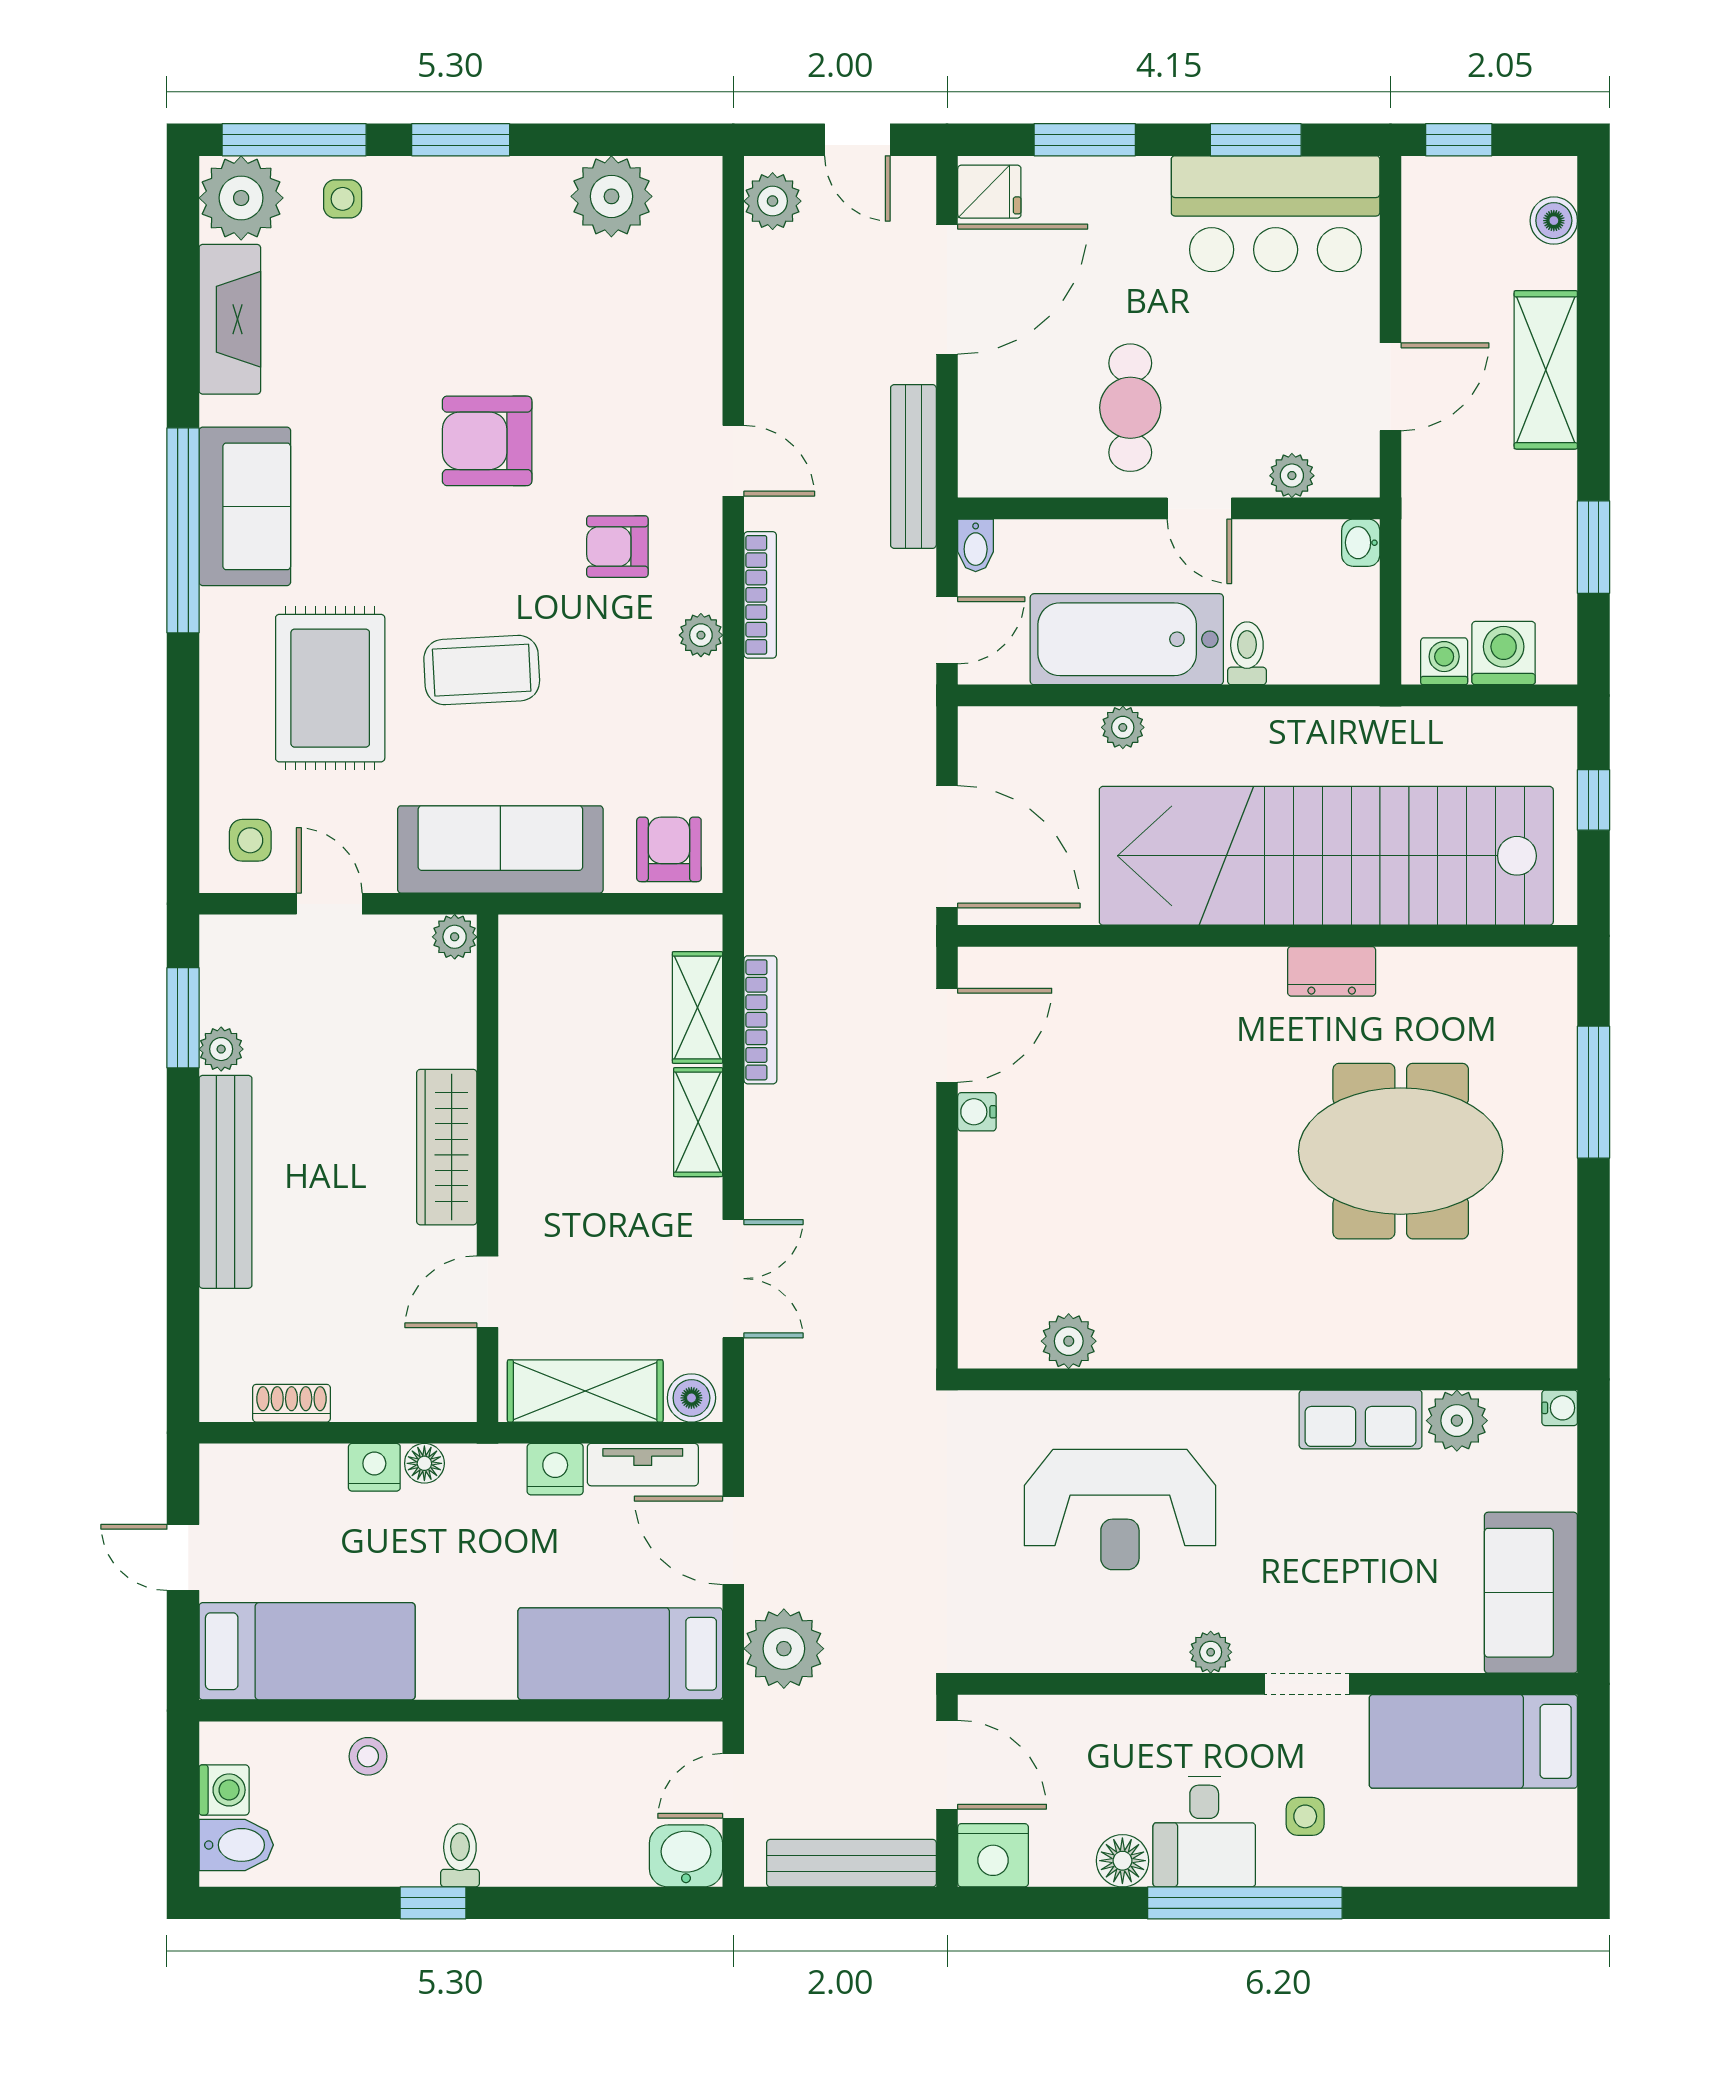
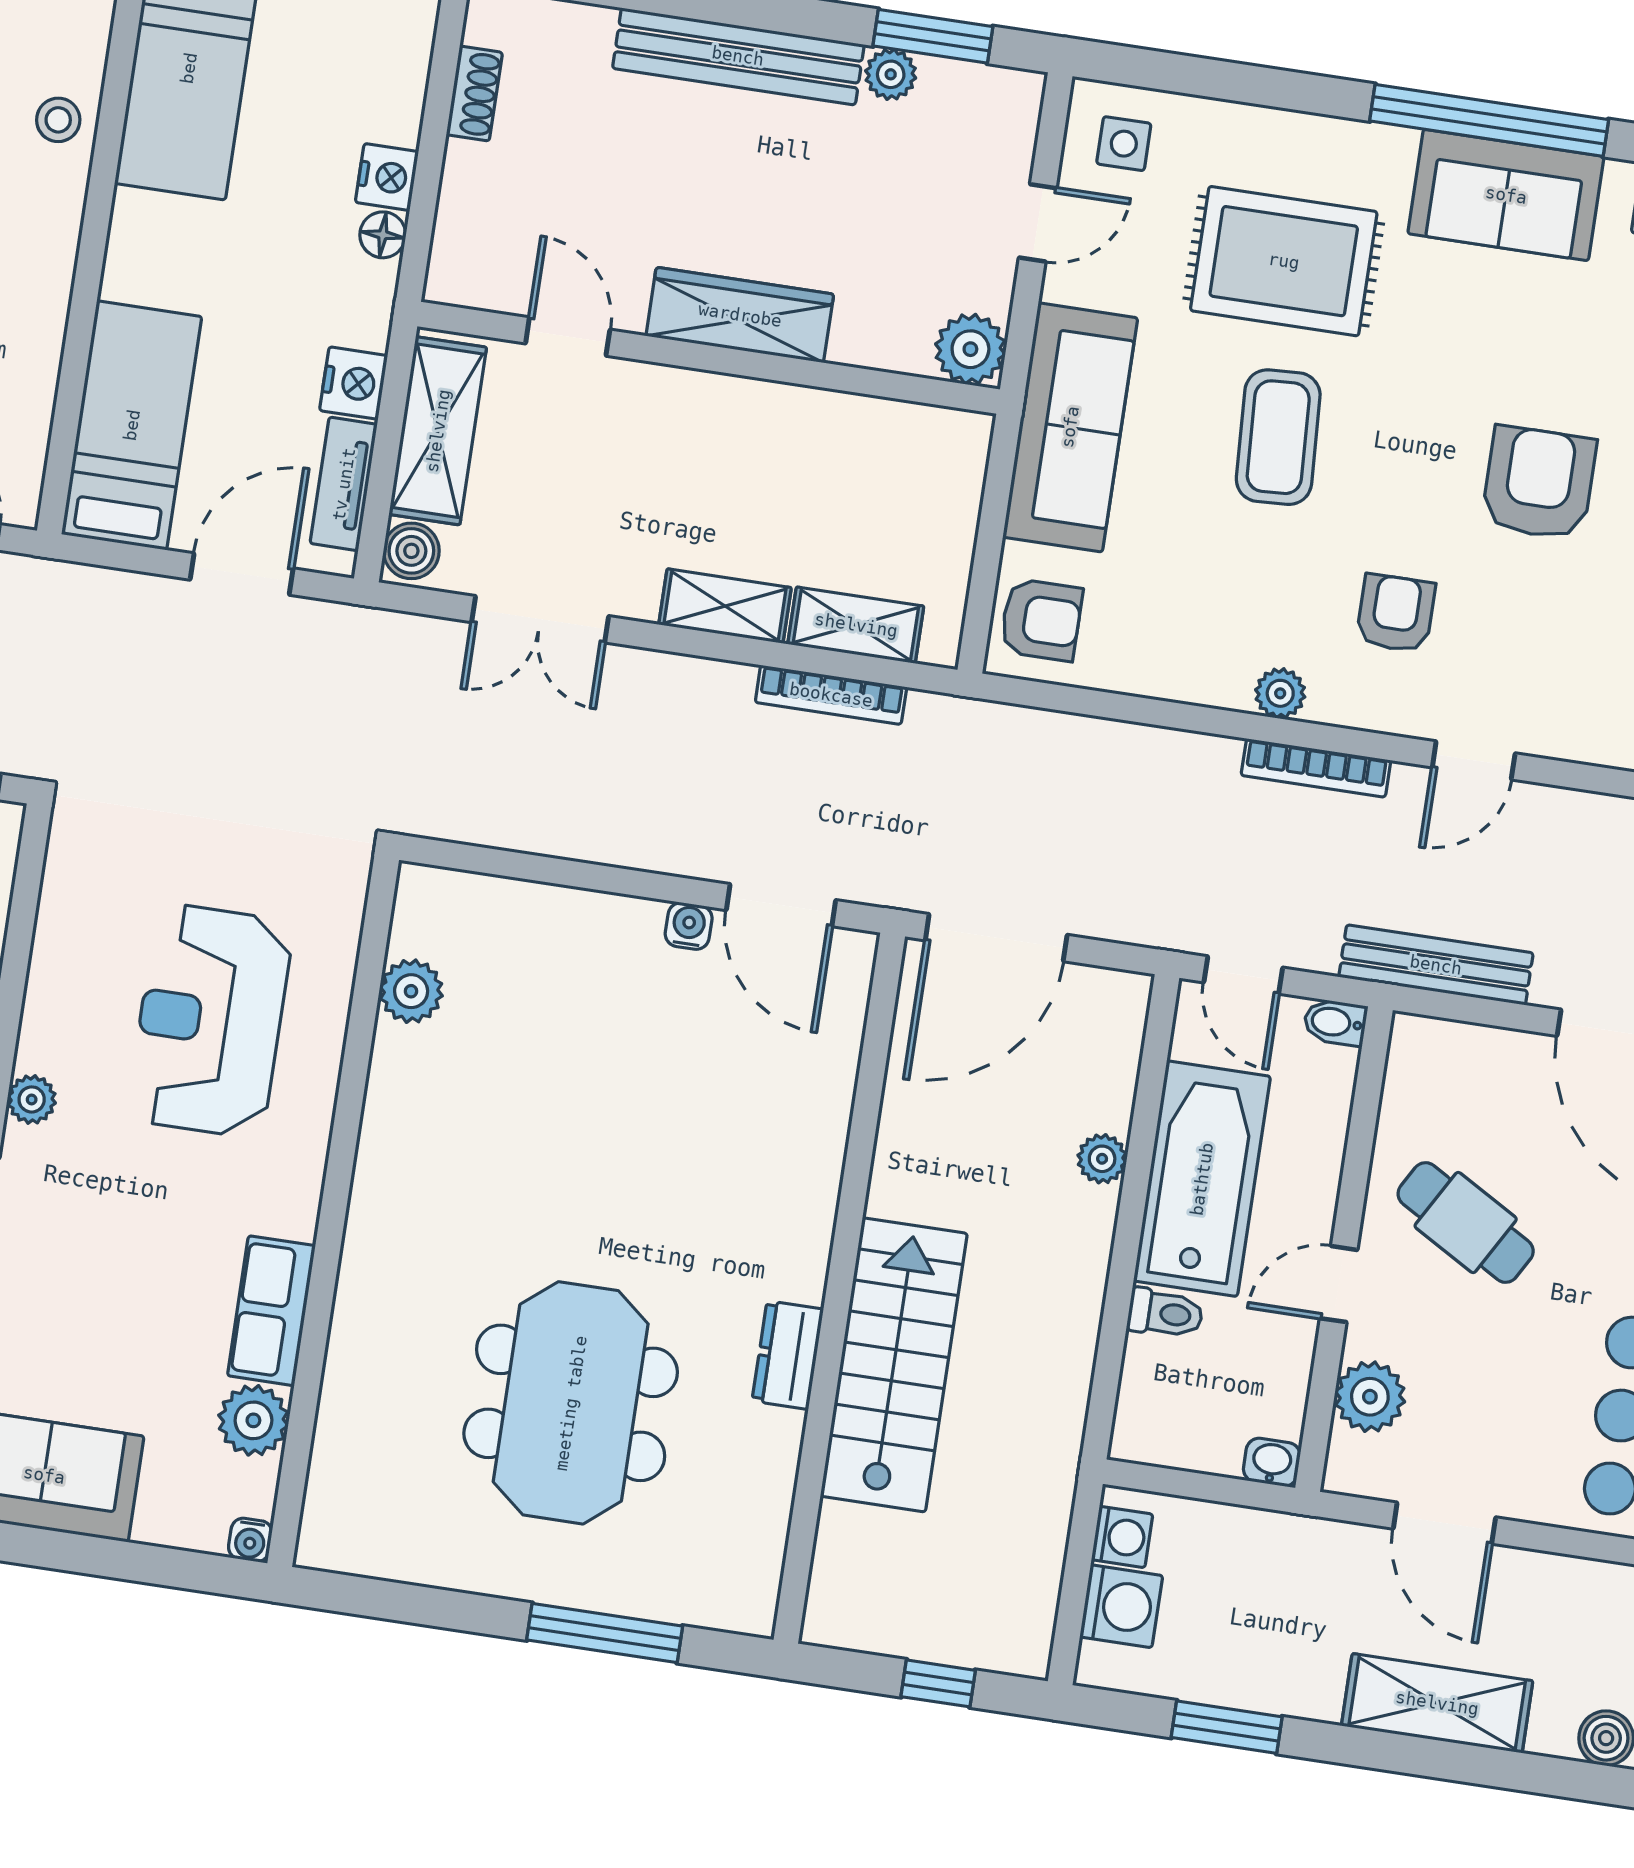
cafe table: (1130, 408) -> (1466, 1223), turned 30
plant: (1292, 476) -> (1370, 1397), width x1.38, depth x1.38
stairs: (1326, 856) -> (894, 1365), width x0.54, depth x0.66
plant: (455, 937) -> (970, 349), width x1.38, depth x1.38
plant: (784, 1649) -> (109, 613), removed

